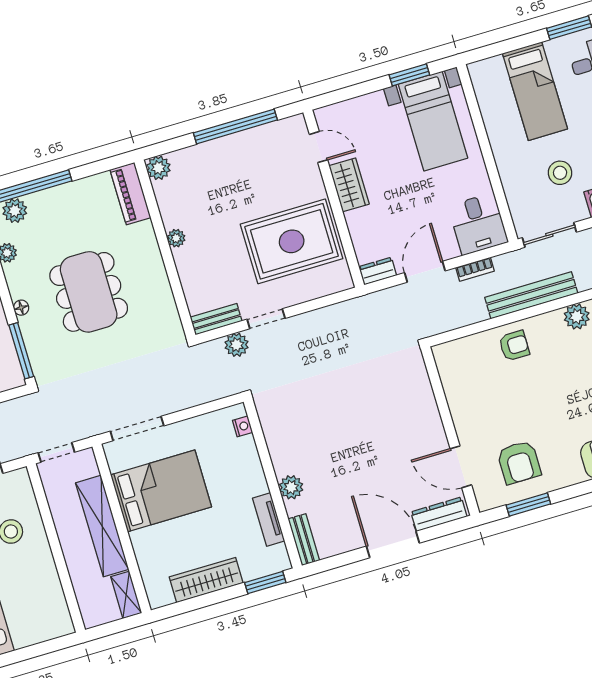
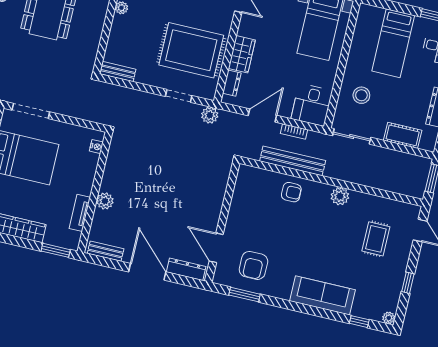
stool: (560, 173) -> (361, 95), moved
wardrobe: (349, 185) -> (242, 54), moved
dresser: (378, 271) -> (232, 83), moved, turned 90
bench: (531, 295) -> (293, 161), moved
doorway: (266, 319) -> (179, 96), moved
plant: (237, 345) -> (210, 115), moved
bench: (304, 540) -> (106, 251), moved, turned 90

